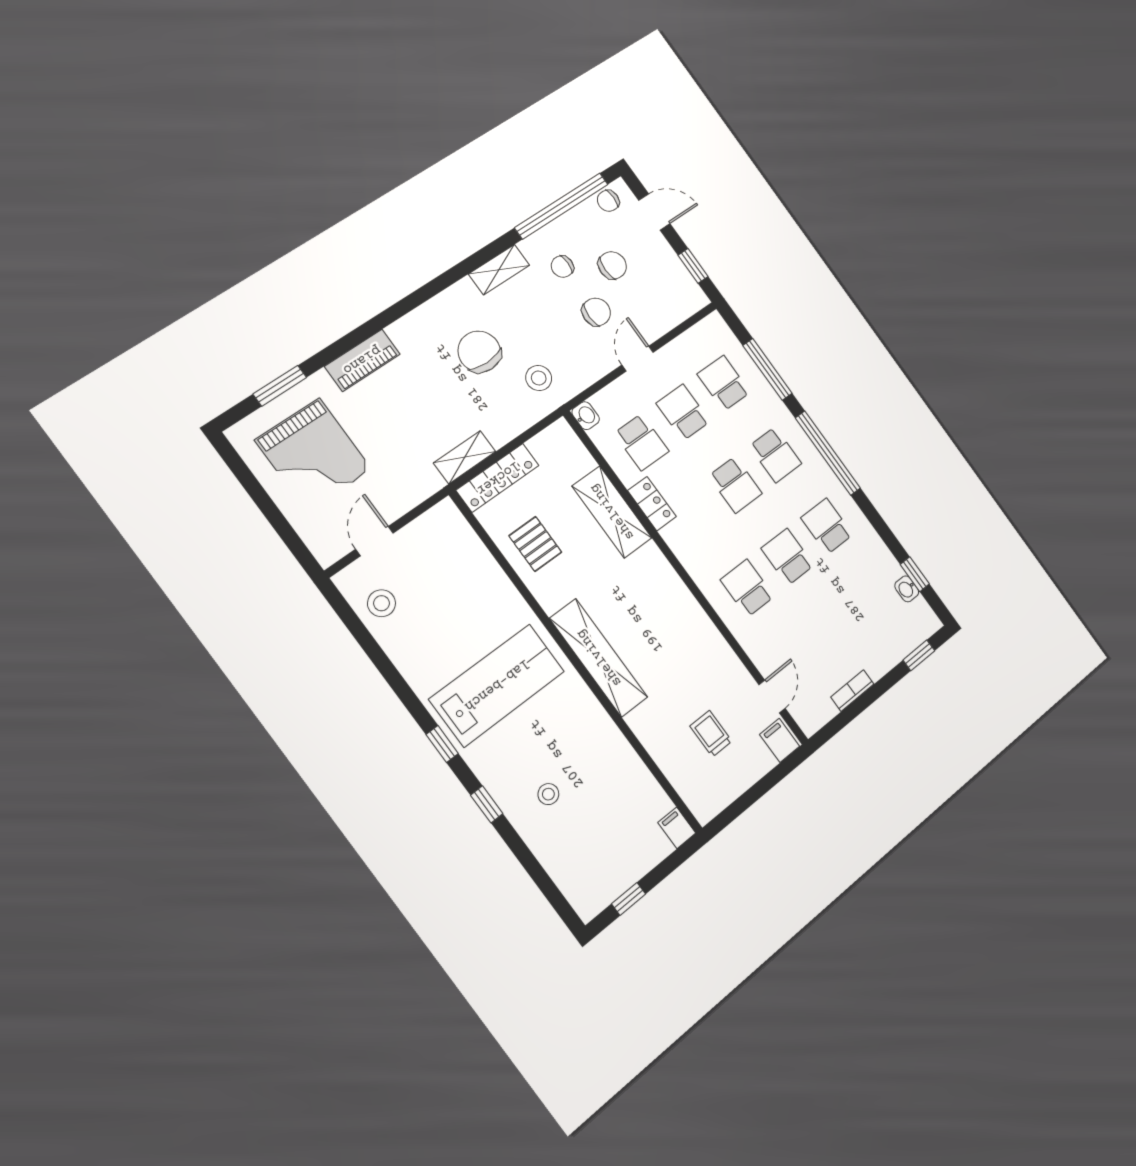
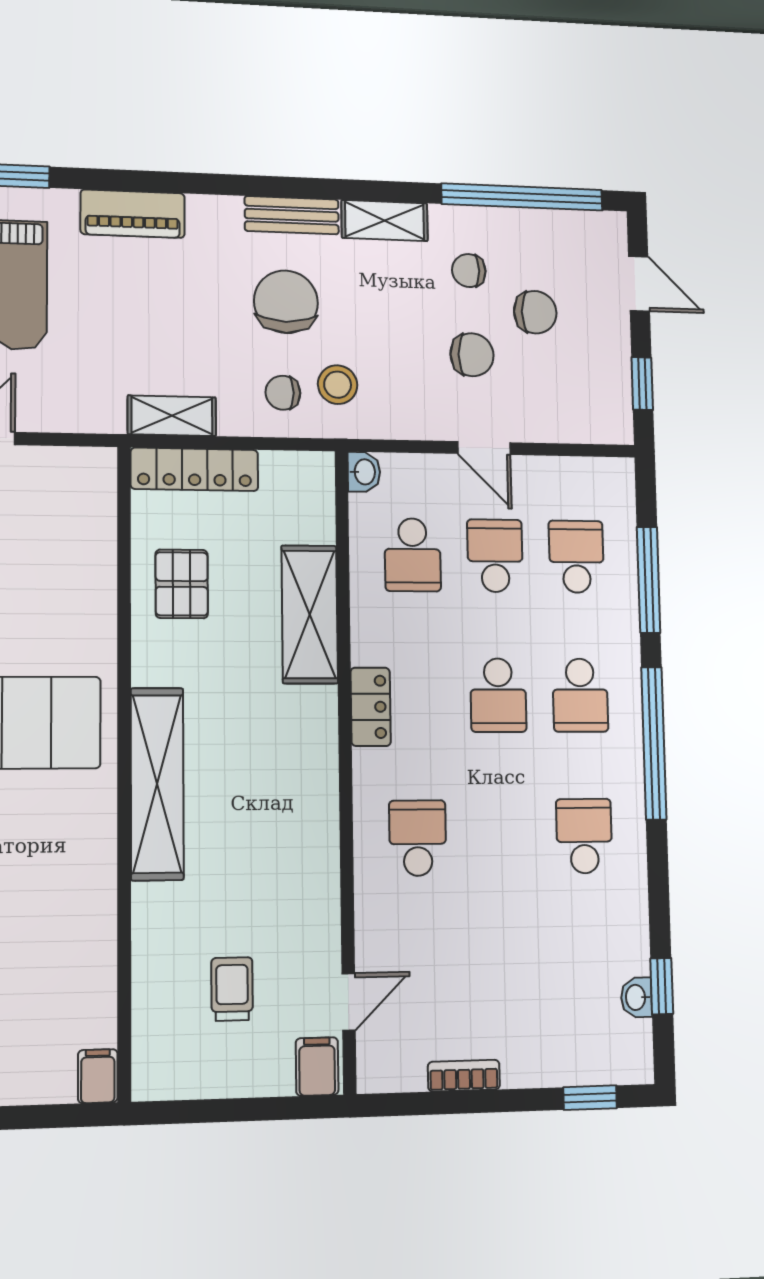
chair: (608, 201) -> (283, 393), moved
bench: (448, 301) -> (292, 215), added
door: (638, 359) -> (484, 448), swing flipped
locker: (652, 504) -> (371, 707), moved
school desk: (787, 557) -> (502, 837), removed

